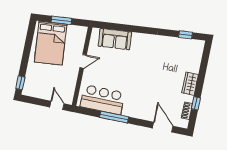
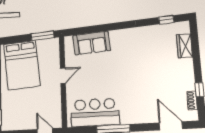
window: (61, 20) -> (43, 36), moved
wardrobe: (190, 84) -> (184, 46), moved

